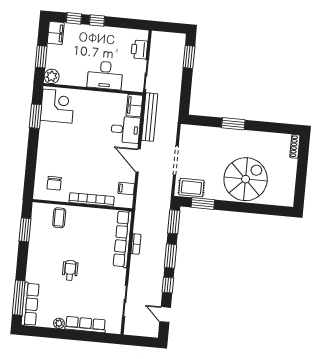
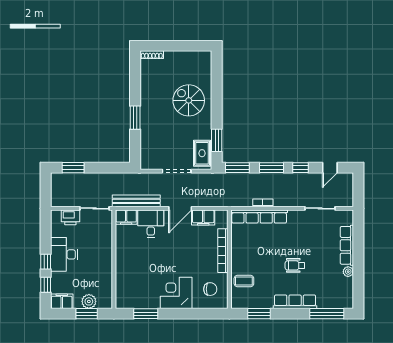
desk: (105, 75) -> (64, 254), moved, turned 180
plant: (52, 76) -> (89, 301), moved
corner desk: (57, 106) -> (176, 293), moved
spiral stairs: (246, 179) -> (189, 100), width x0.73, depth x0.73
filing cabinet: (126, 189) -> (203, 217), width x2.00
row of seats: (30, 304) -> (295, 302), moved

